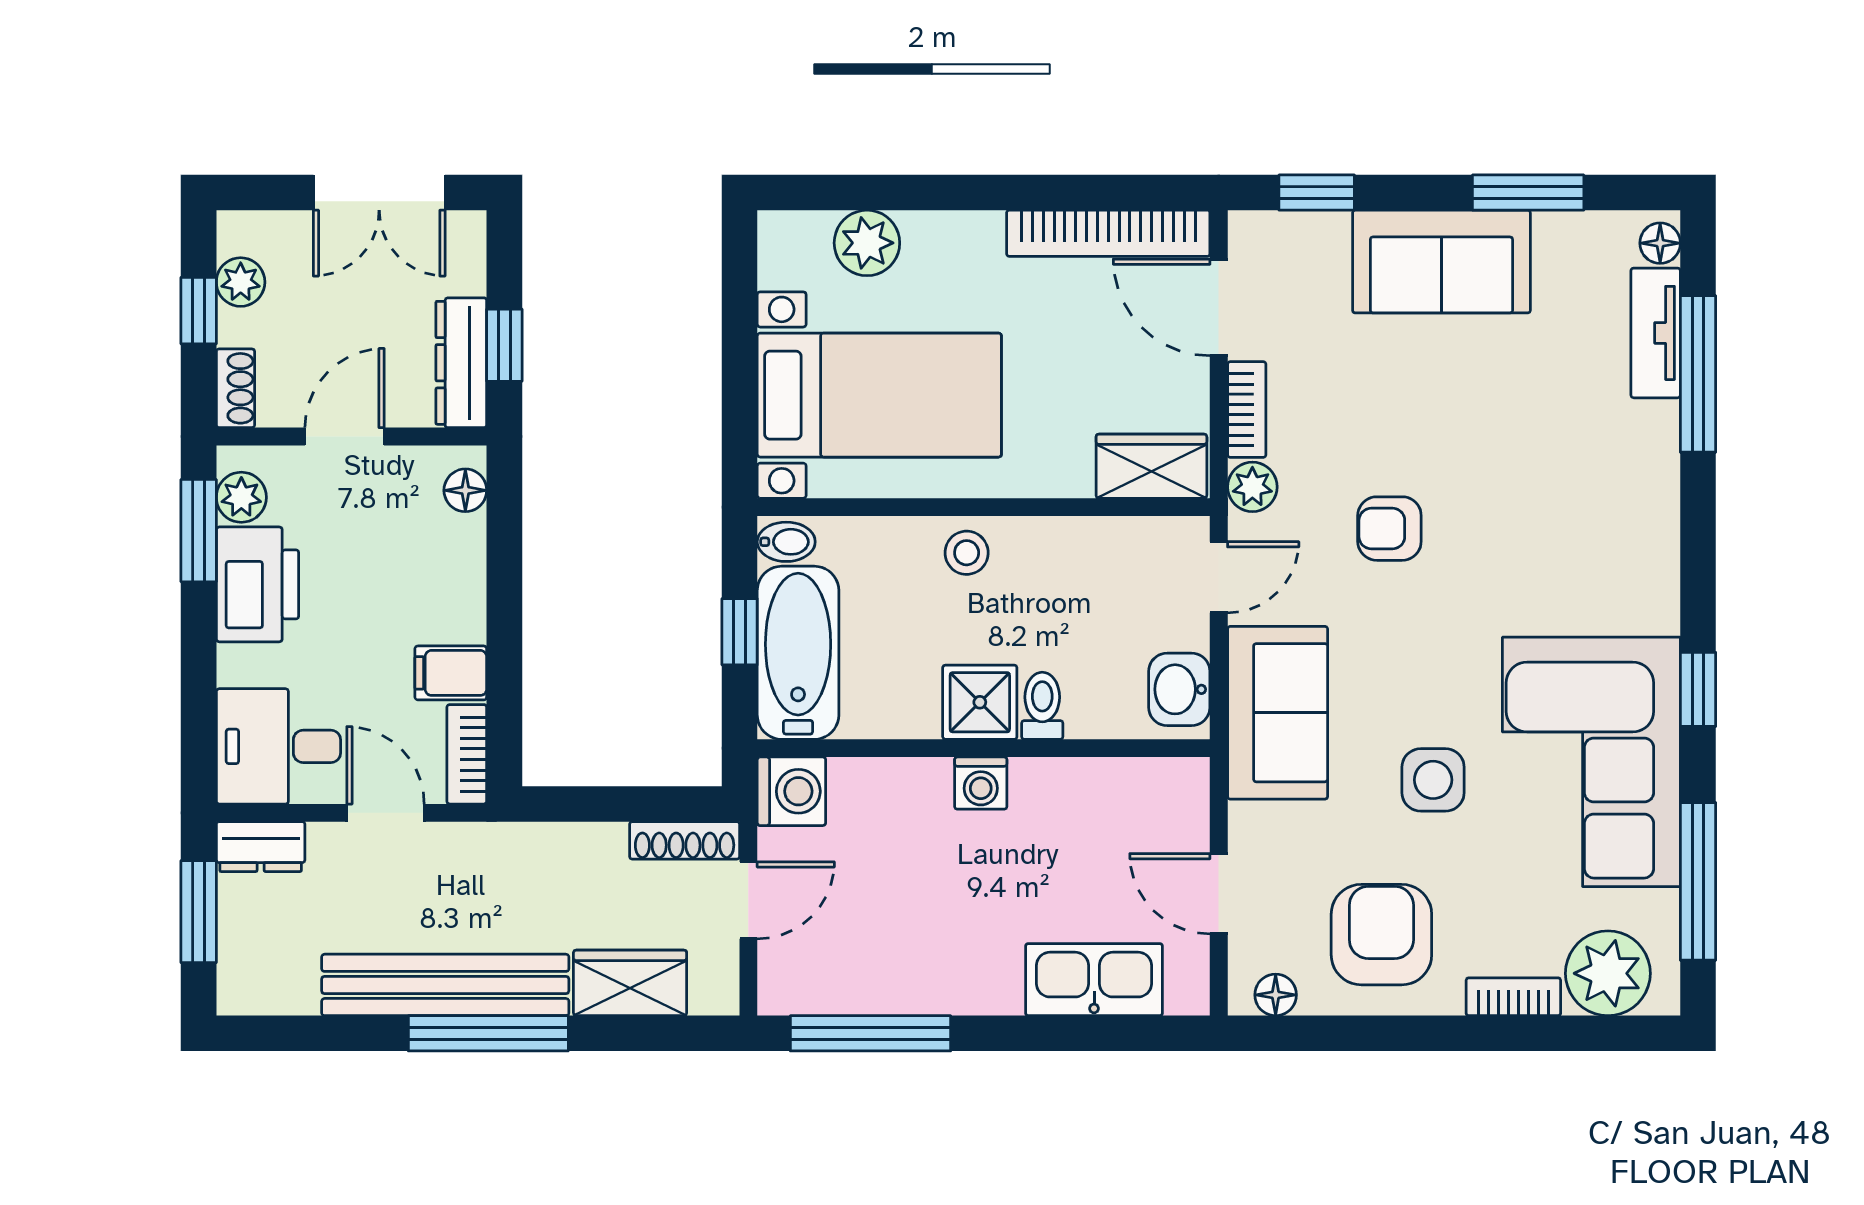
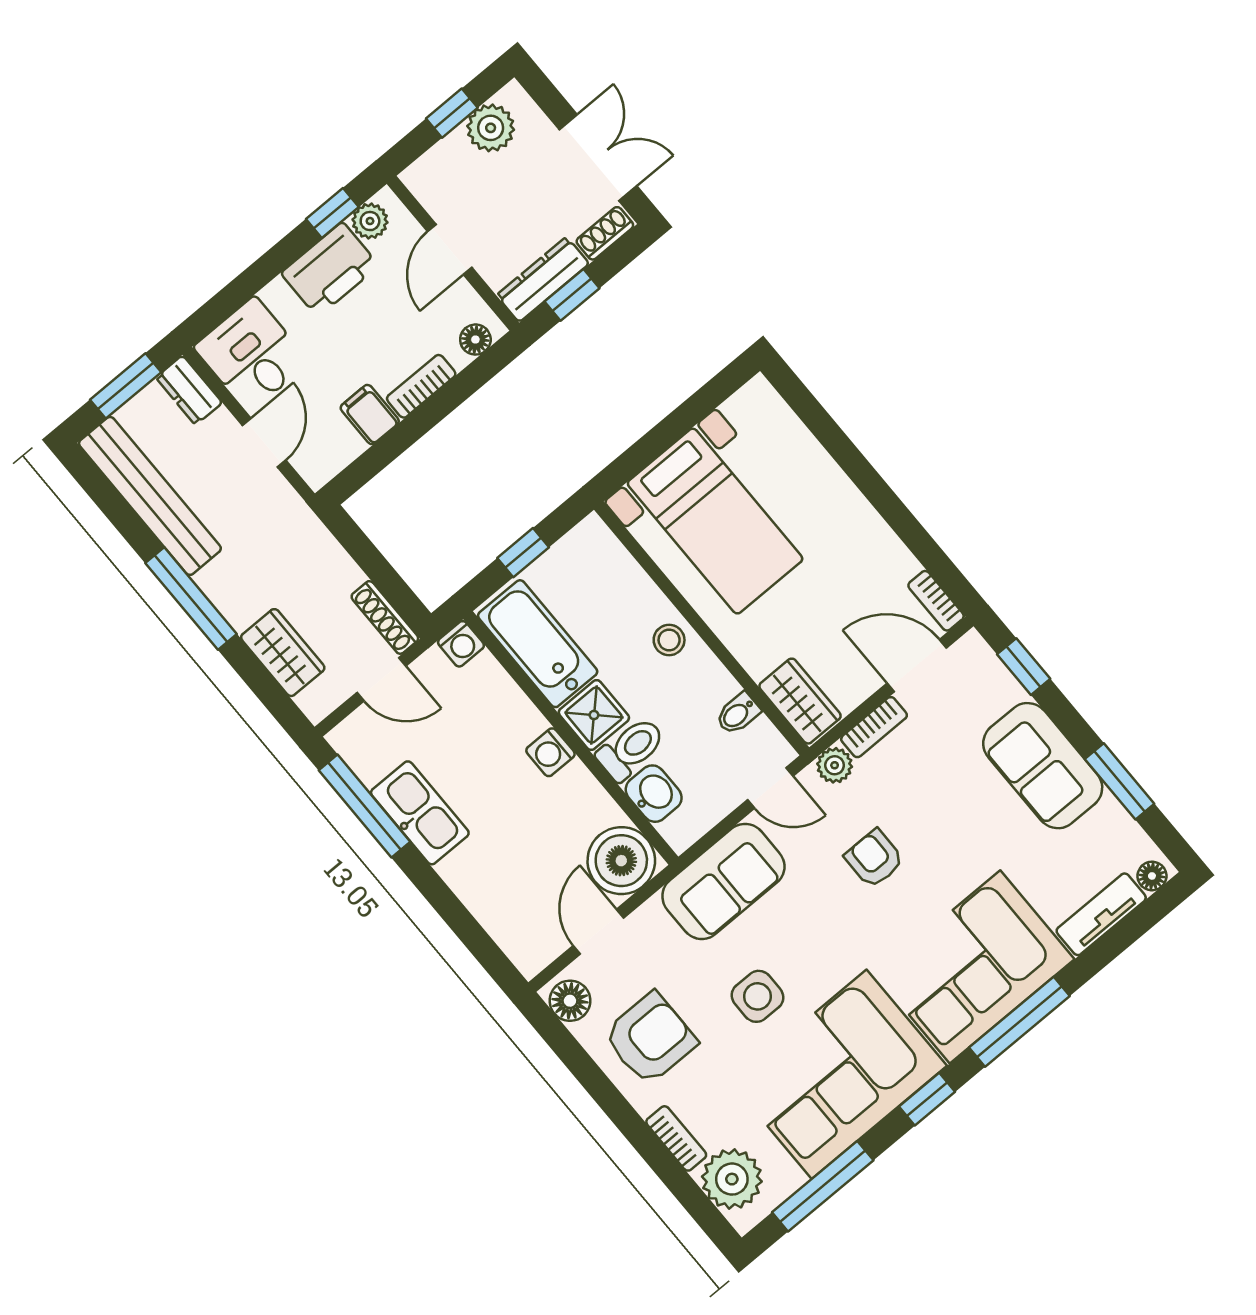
double door: (379, 193) -> (598, 158), swing flipped
bookcase: (1108, 233) -> (936, 601), width x0.43, depth x0.76
plant: (867, 243) -> (792, 445), removed
plant: (241, 282) -> (491, 128), width x1.38, depth x1.38
door: (1219, 307) -> (917, 666), hinge flipped
window: (1698, 374) -> (1019, 1022), moved
shoe rack: (235, 388) -> (605, 233), moved, turned 180
door: (345, 437) -> (450, 250), swing flipped
corner sofa: (1598, 517) -> (975, 967), added
window: (199, 531) -> (332, 213), width x0.67
bidet: (786, 542) -> (738, 714), moved, turned 90
bathtub: (798, 653) -> (538, 644), moved, turned -90
washbasin: (1179, 689) -> (654, 794), moved, turned 90
toilet: (1042, 706) -> (631, 749), width x1.37, depth x1.39
bookcase: (467, 754) -> (421, 386), moved
washing machine: (791, 791) -> (461, 644), width x0.73, depth x0.73
boiler: (1162, 805) -> (621, 861), added
kitchen sink: (1094, 980) -> (420, 813), moved
bench: (445, 985) -> (150, 496), moved
floor lamp: (1276, 995) -> (570, 1001), width x1.37, depth x1.37

